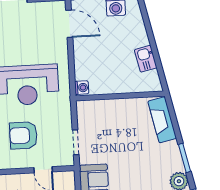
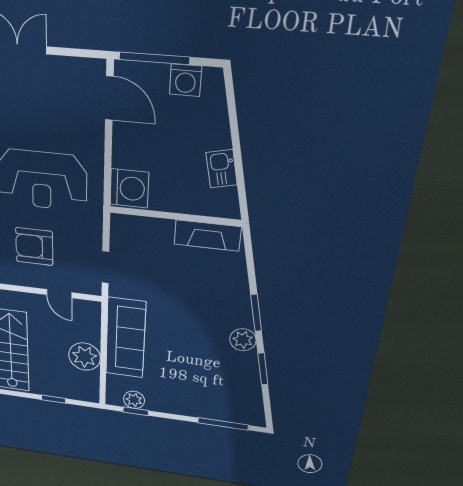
washing machine: (82, 88) -> (129, 188), width x1.89, depth x1.89
fireplace: (162, 120) -> (207, 236), moved, turned -78

